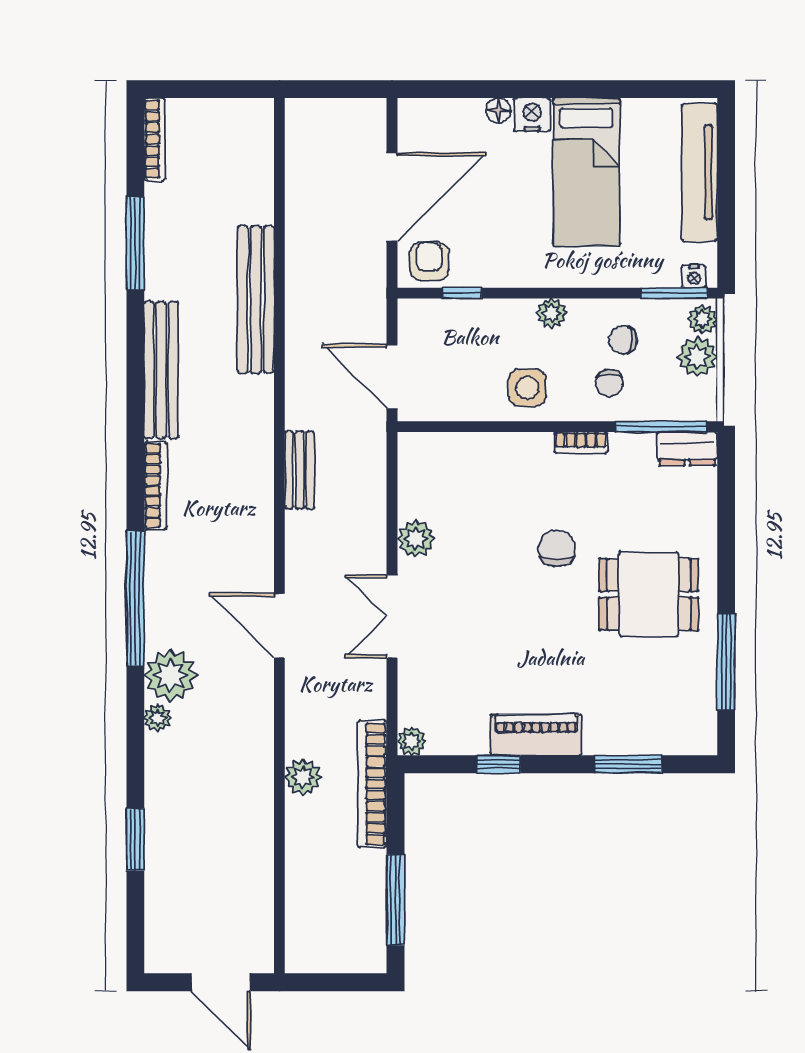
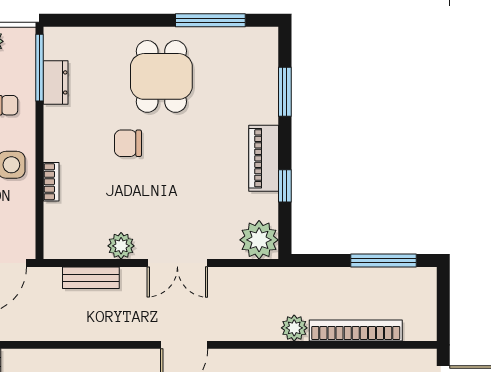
bookcase: (581, 443) -> (51, 182), moved
dresser: (687, 449) -> (56, 82), moved
bench: (300, 470) -> (91, 278), moved
plant: (412, 741) -> (259, 240), width x1.88, depth x1.88
bookcase: (372, 784) -> (356, 330), moved, turned 180

